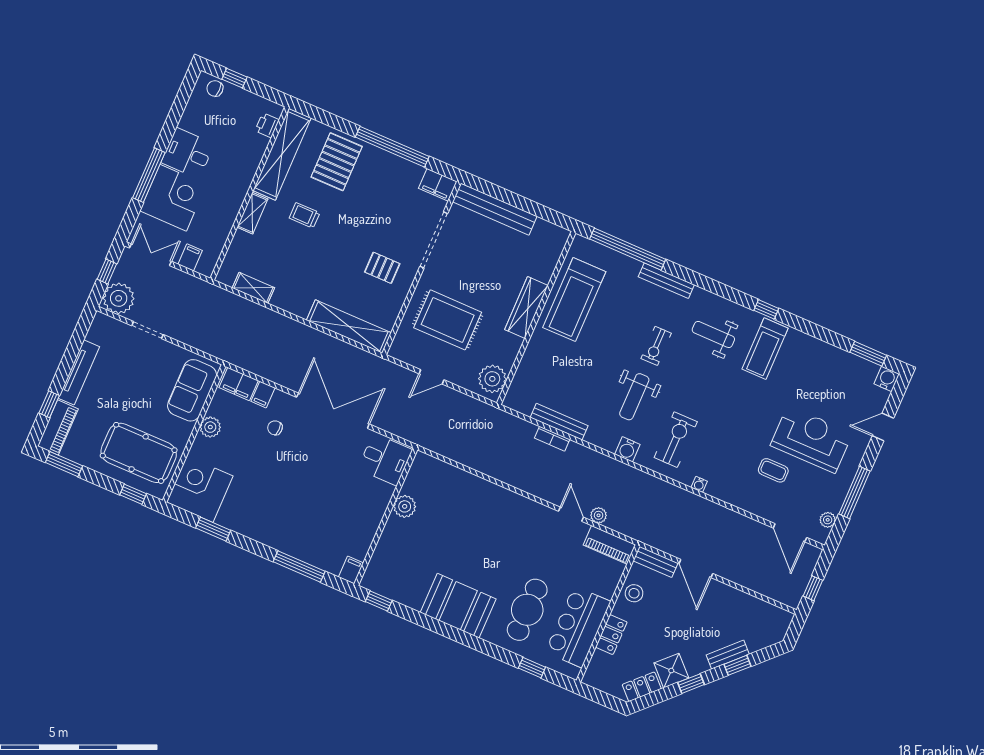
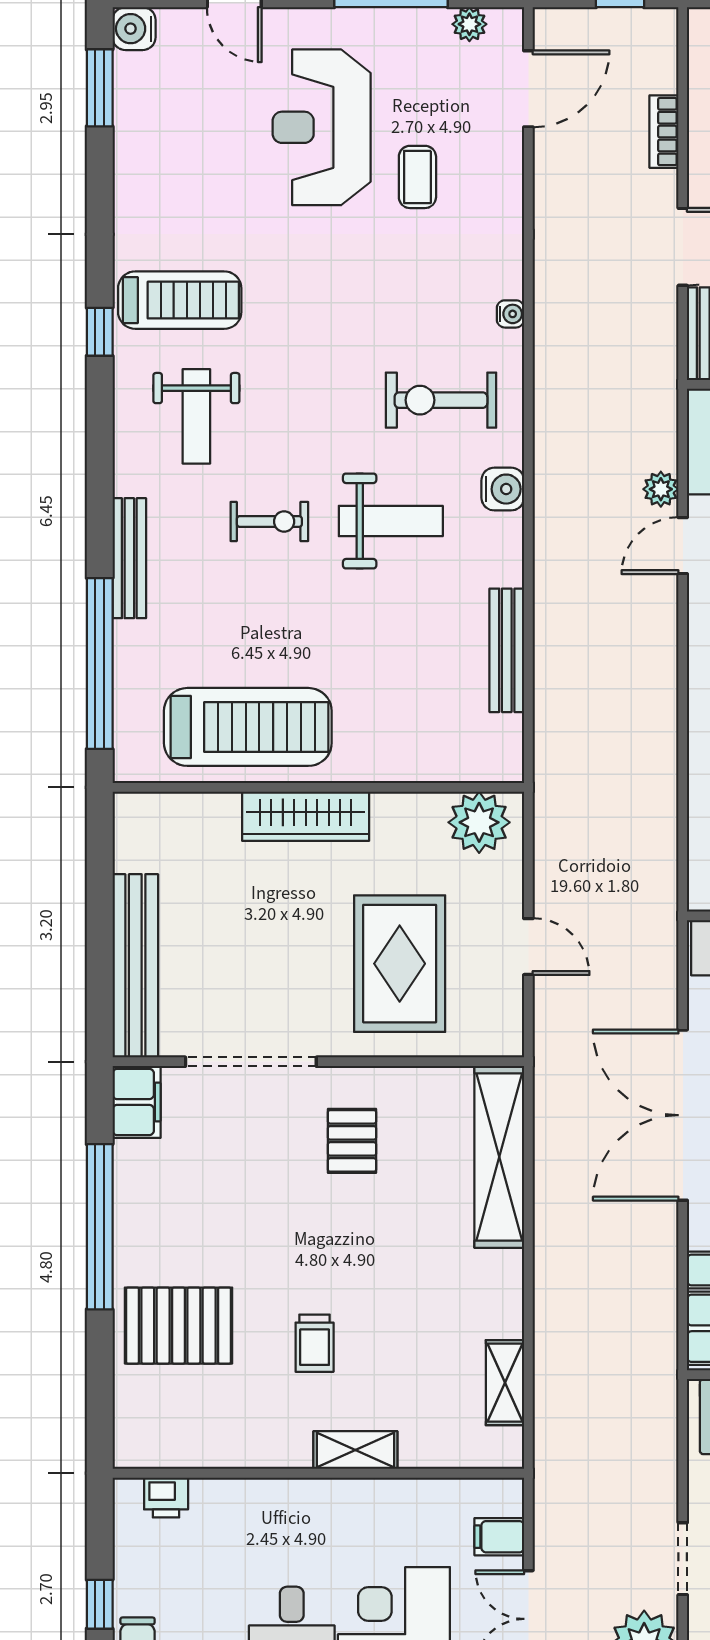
shelving: (282, 154) -> (211, 1442), removed
bookcase: (552, 439) -> (664, 132), moved, turned 180

